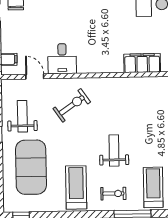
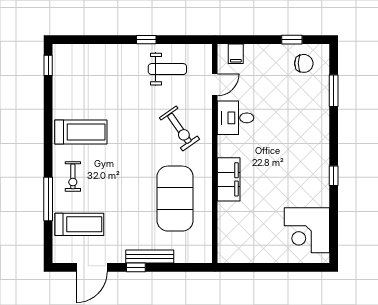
filing cabinet: (142, 63) -> (229, 179), moved
weight bench: (114, 151) -> (124, 178), removed
exercise mat: (31, 167) -> (175, 199), moved, turned 90

